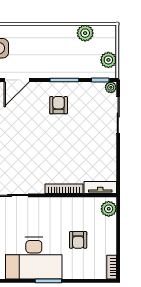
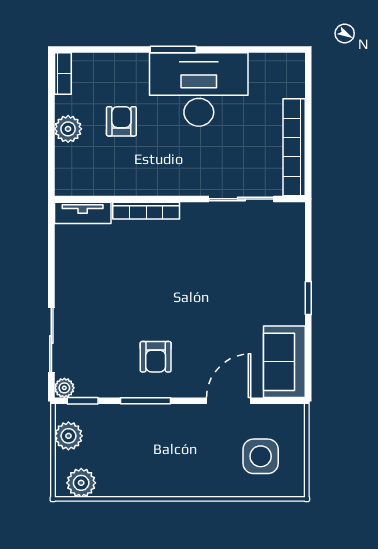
plant: (85, 33) -> (81, 483), moved
plant: (109, 209) -> (68, 129), moved

